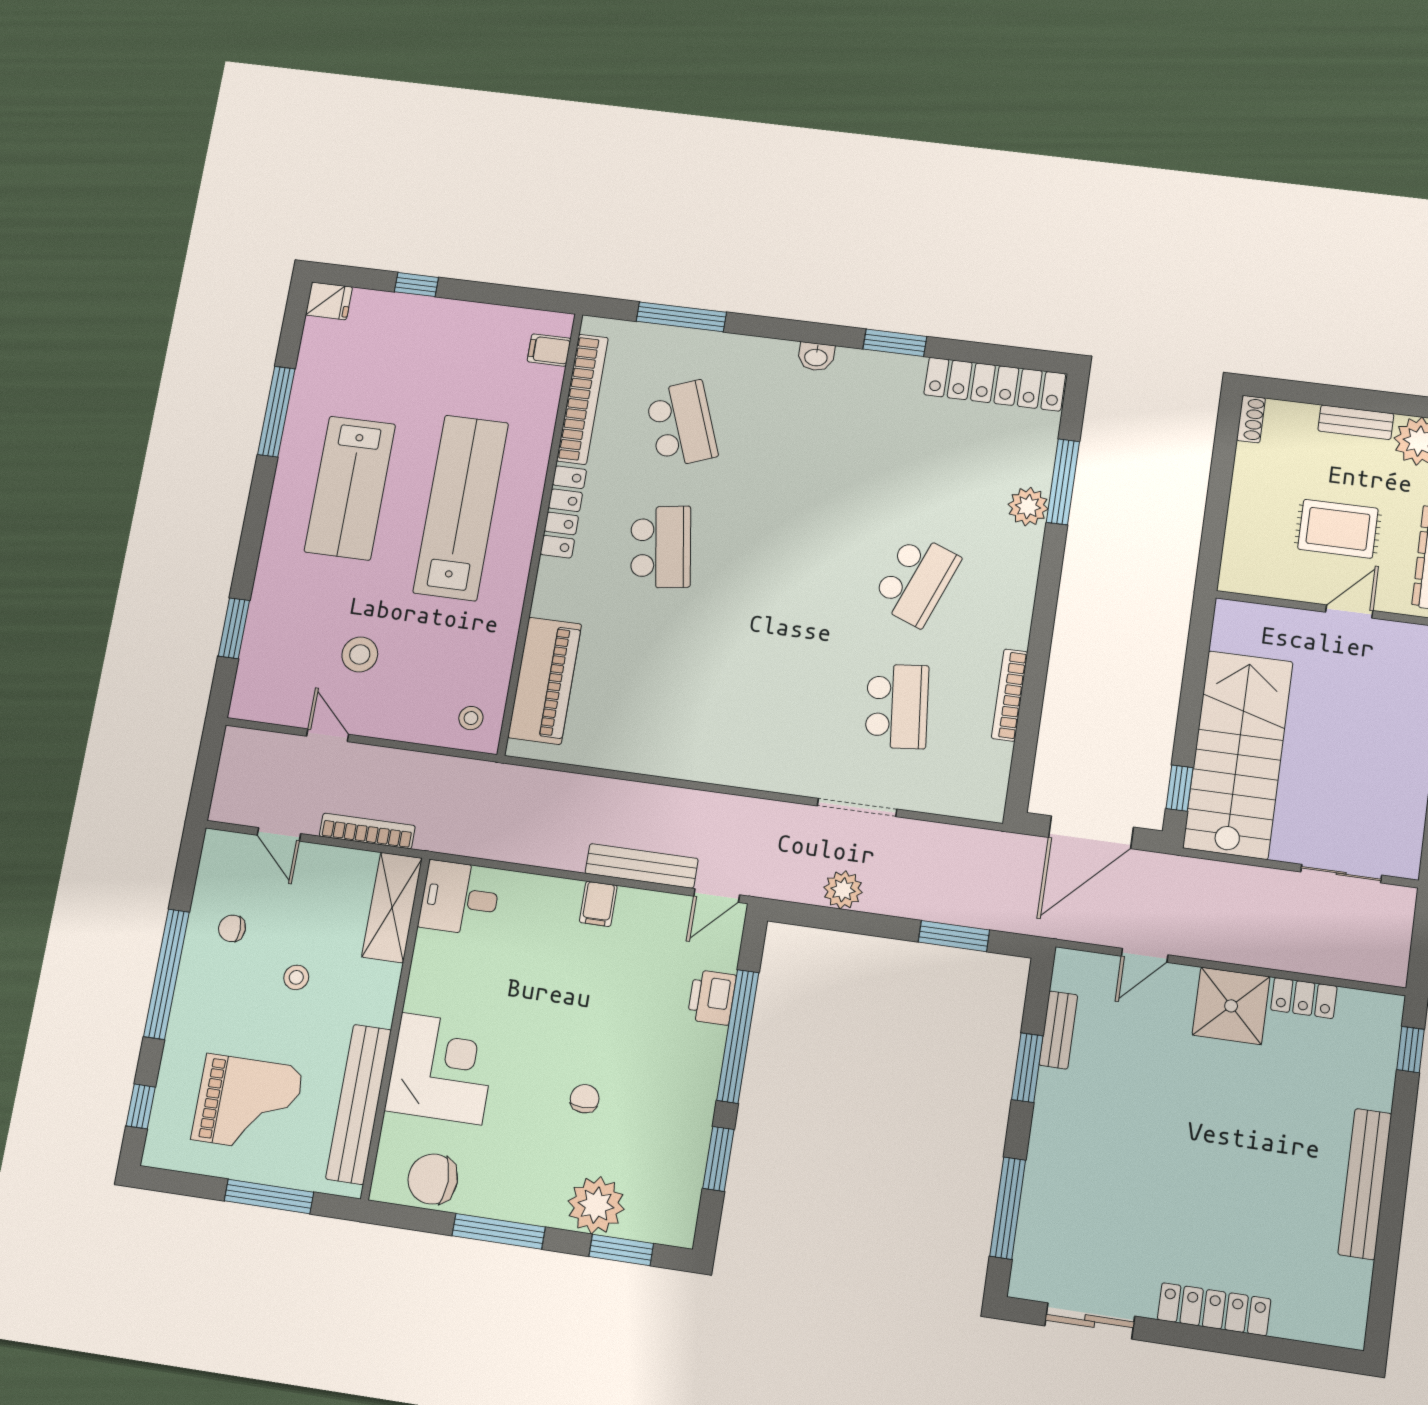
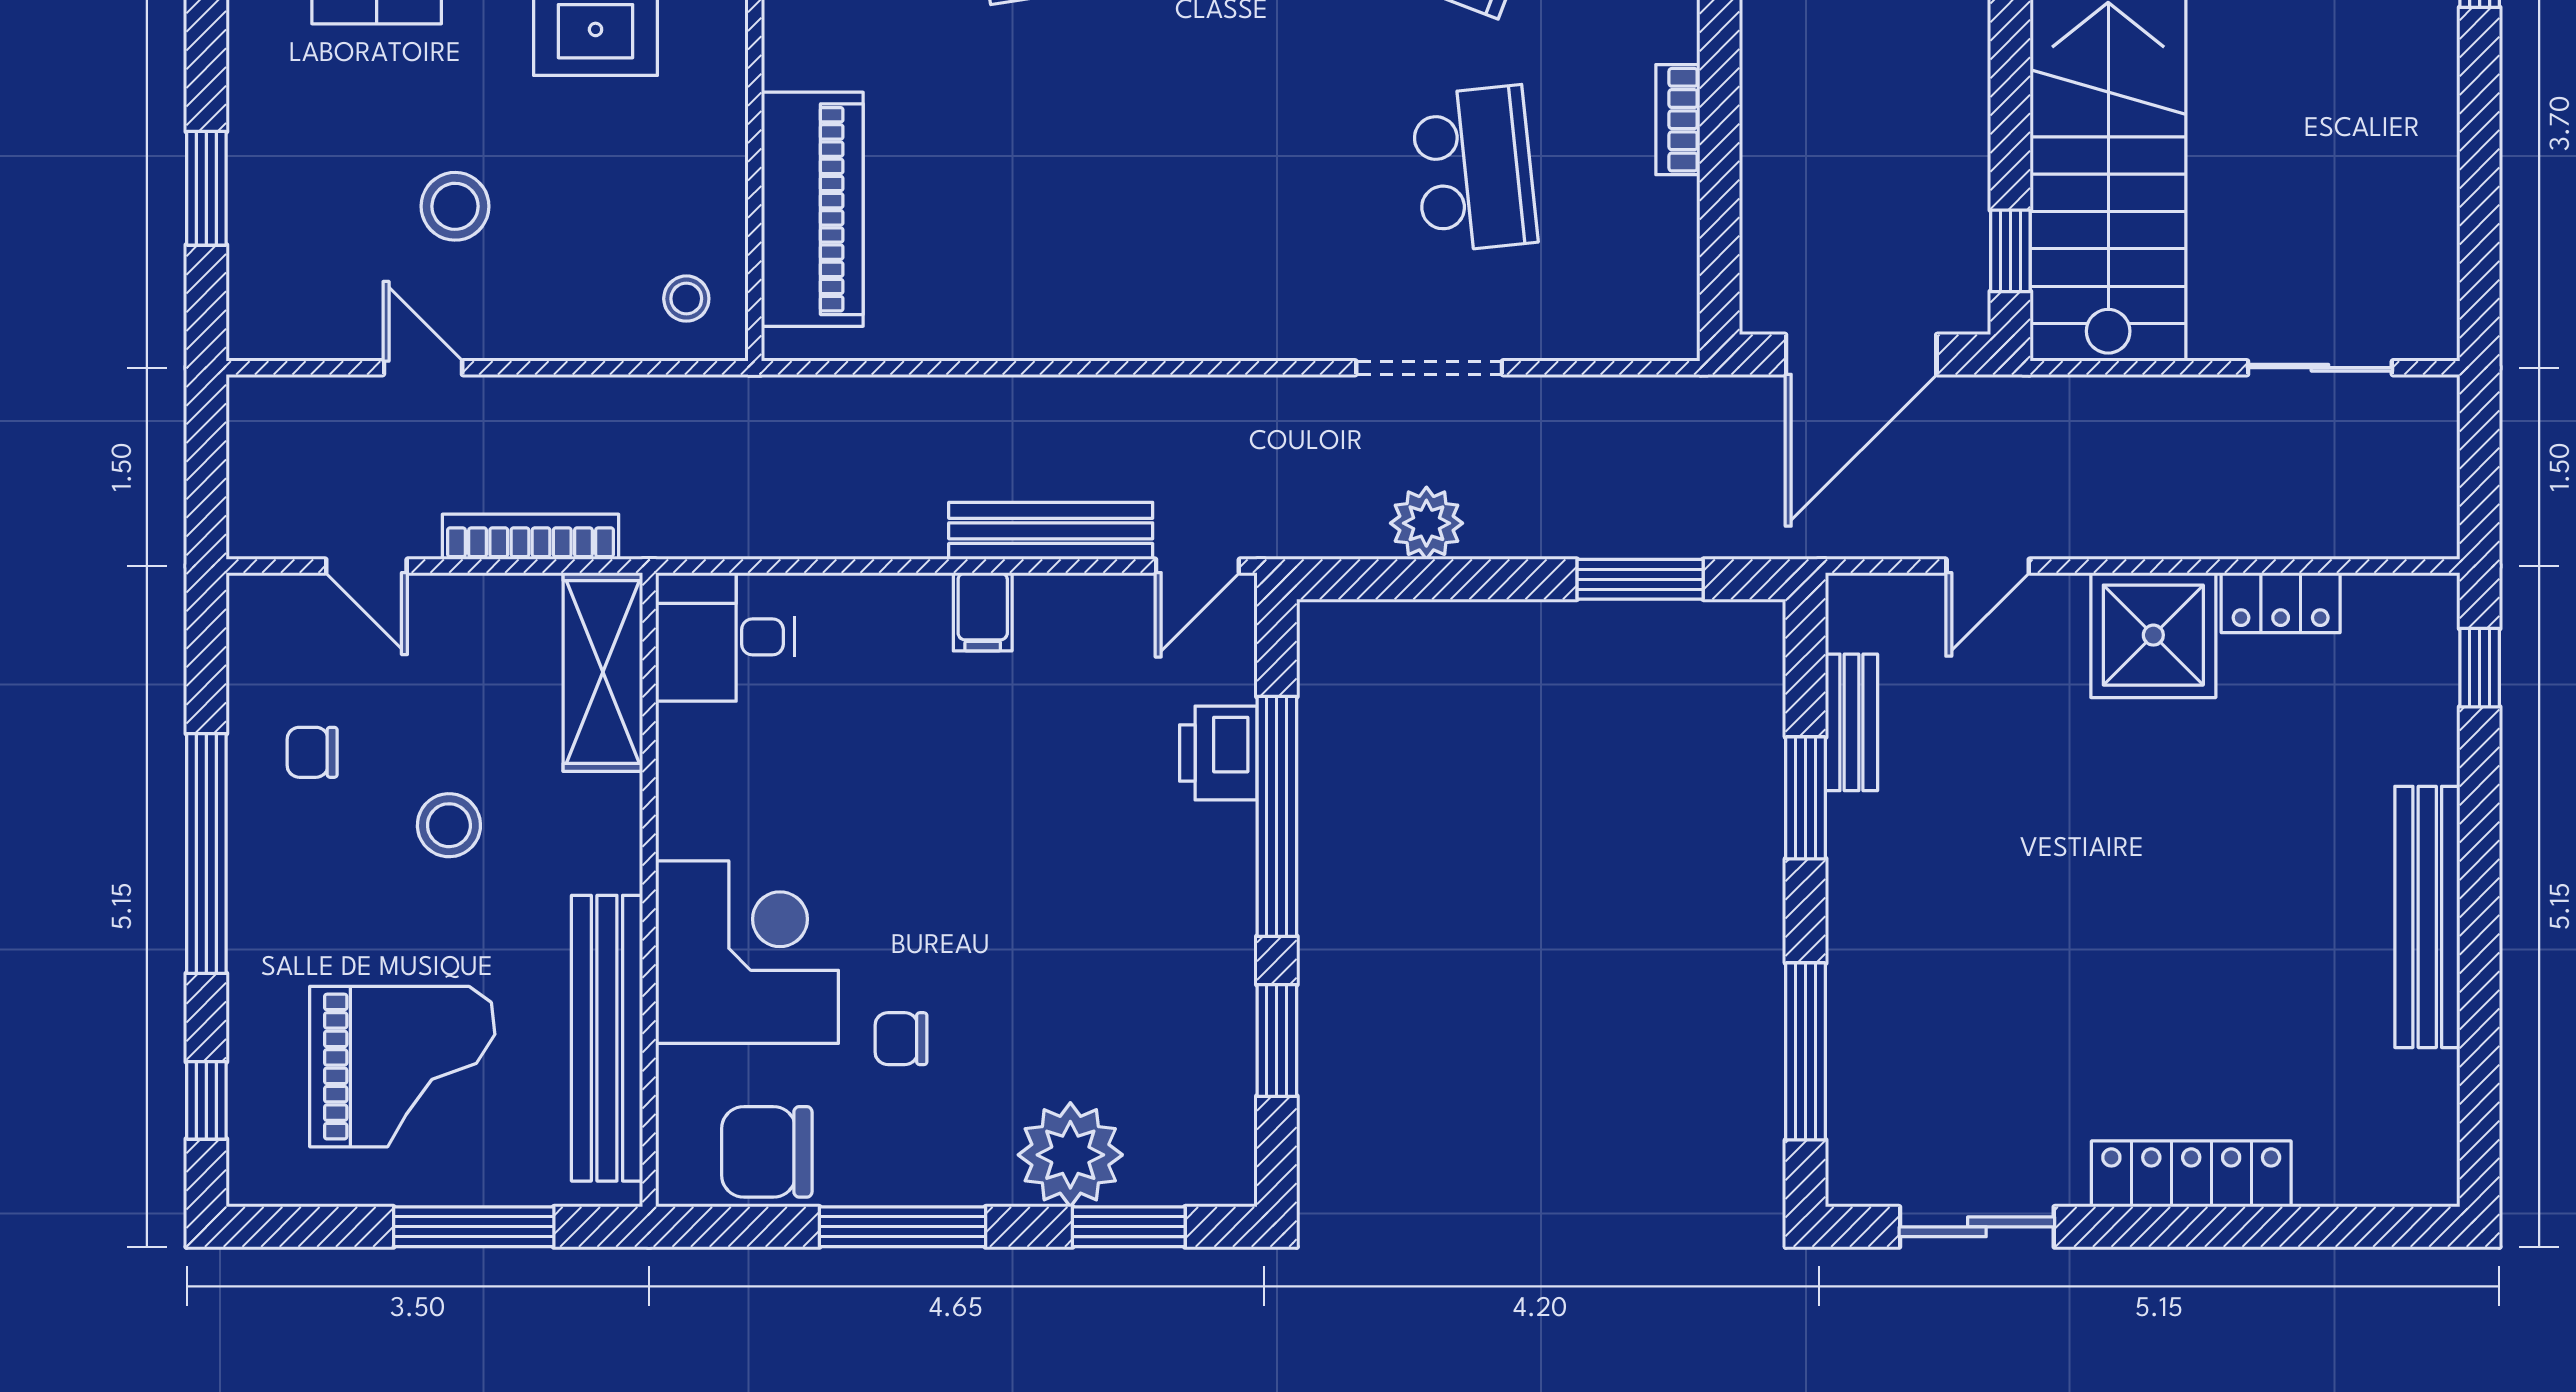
bookcase: (1010, 695) -> (1678, 120), width x0.64
stool: (296, 977) -> (449, 825), width x1.37, depth x1.37
chair: (585, 1099) -> (901, 1039), moved, turned -90

